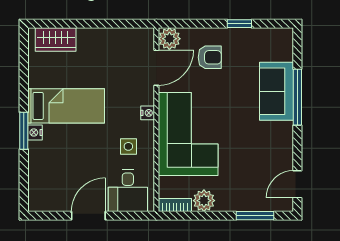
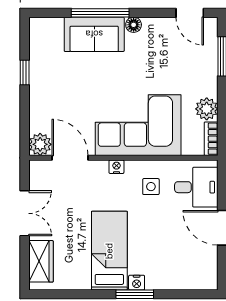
double door: (102, 24) -> (25, 213), added
armchair: (210, 57) -> (59, 103), removed
floor lamp: (286, 130) -> (134, 25), added

